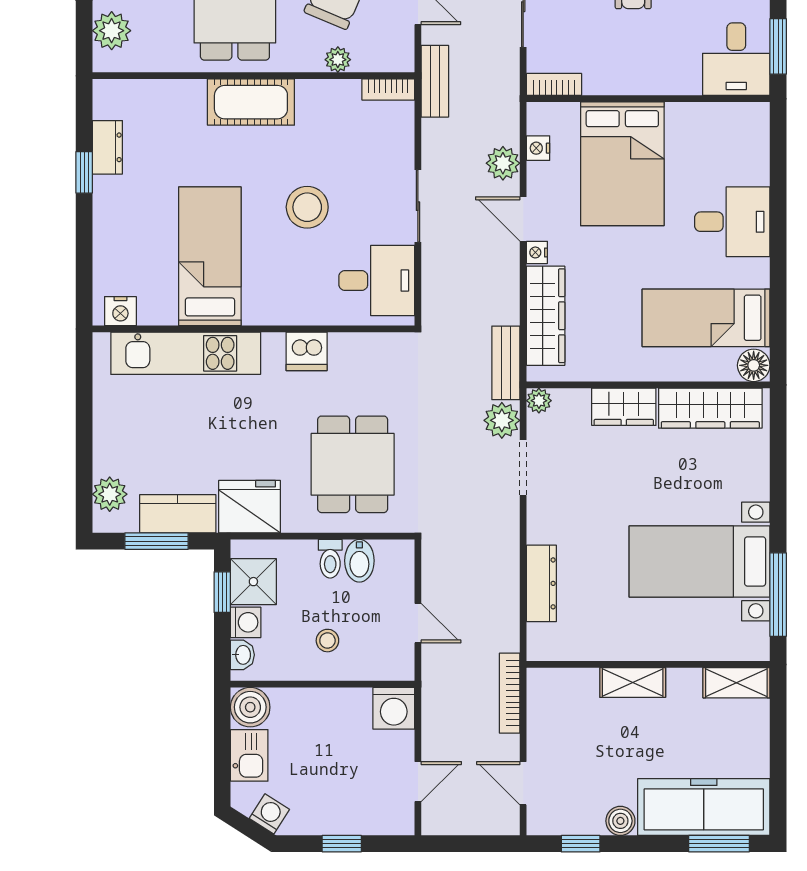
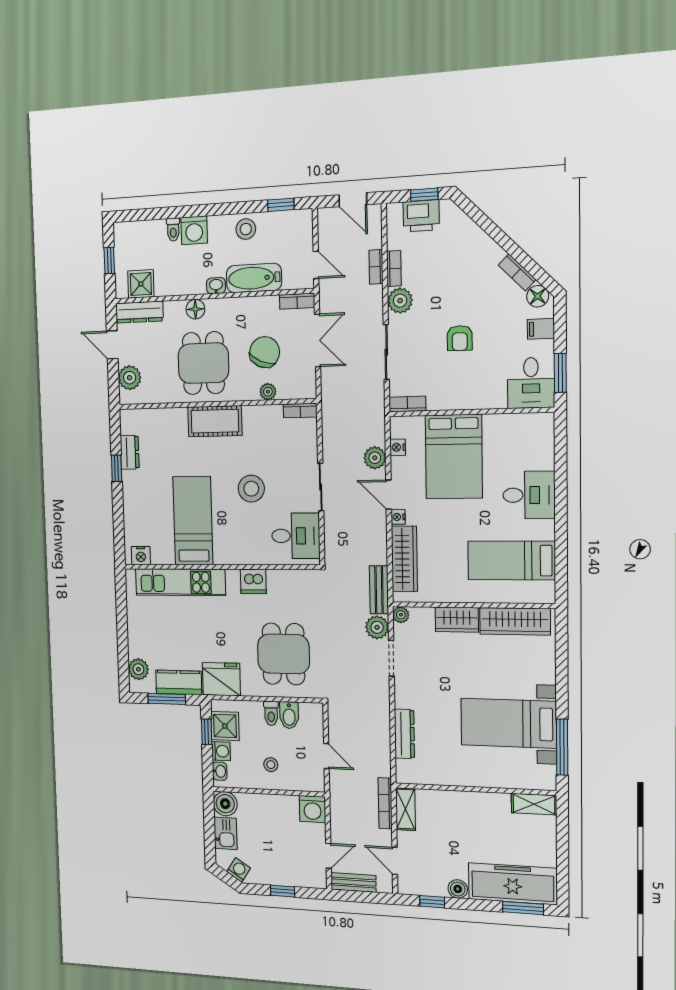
bench: (435, 81) -> (353, 882), moved, turned 90
floor lamp: (754, 365) -> (544, 593), removed
shelving: (633, 683) -> (405, 809), moved, turned 90

